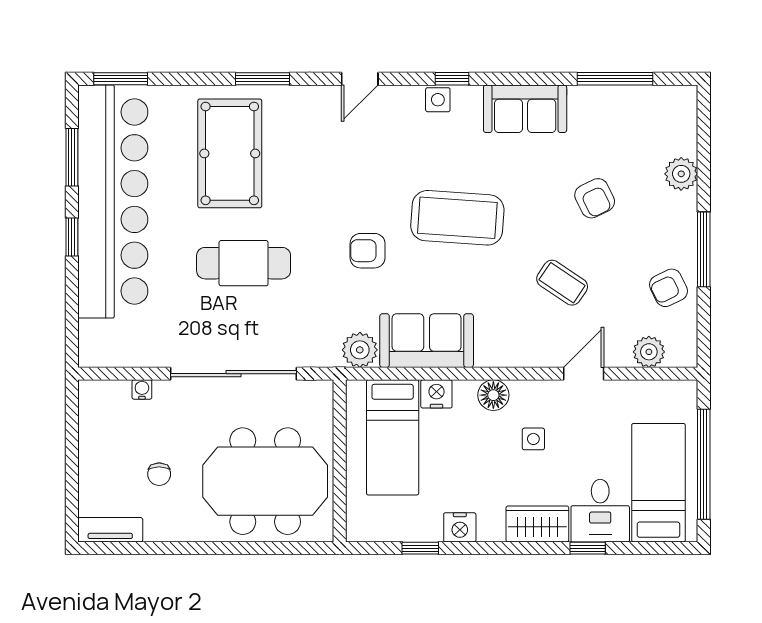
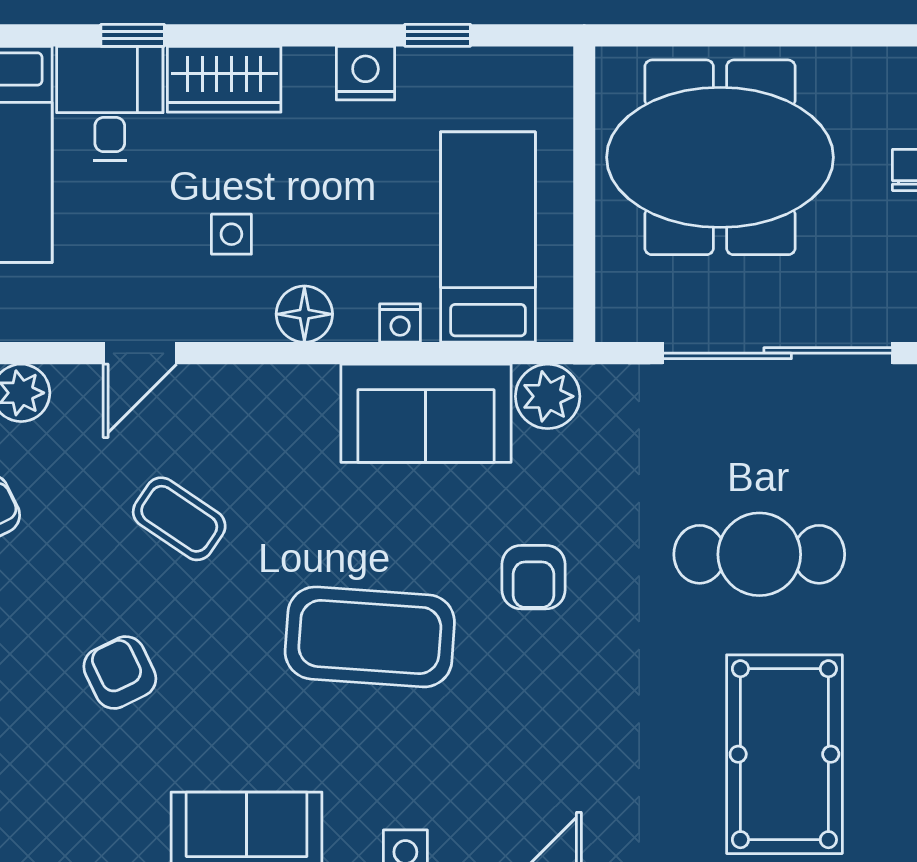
armchair: (368, 251) -> (533, 577), turned 90
nightstand: (436, 394) -> (400, 323), width x0.72, depth x0.74

